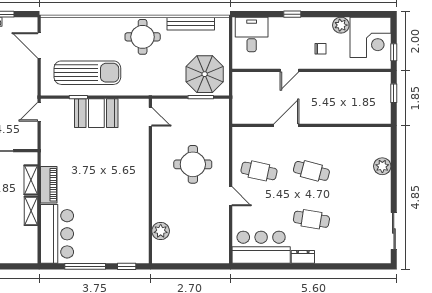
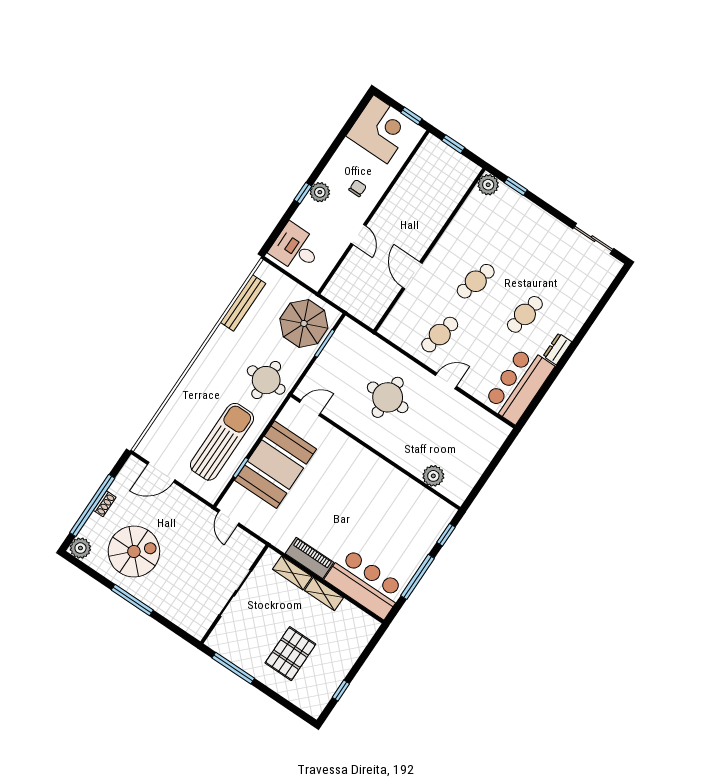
plant: (341, 25) -> (320, 192), moved
round table: (143, 37) -> (266, 380), moved
booth: (96, 113) -> (275, 465), width x1.36, depth x1.42
window: (394, 155) -> (516, 186), added
plant: (382, 166) -> (488, 185), moved

